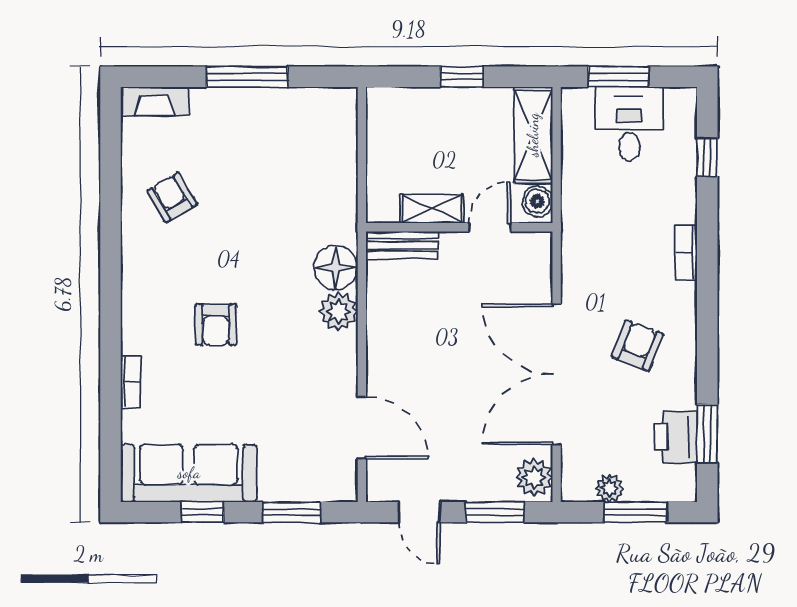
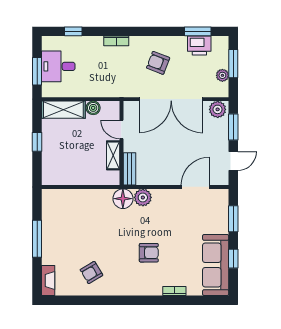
shelving: (432, 209) -> (113, 155), moved
wall: (459, 227) -> (121, 143), moved
door: (489, 227) -> (121, 129), moved
bench: (402, 245) -> (130, 169), moved

